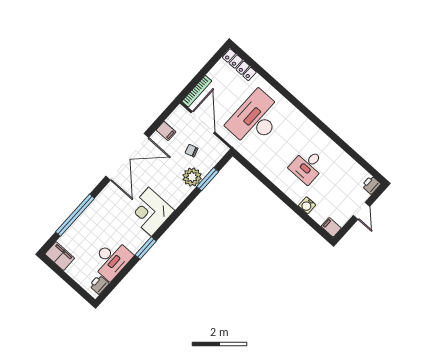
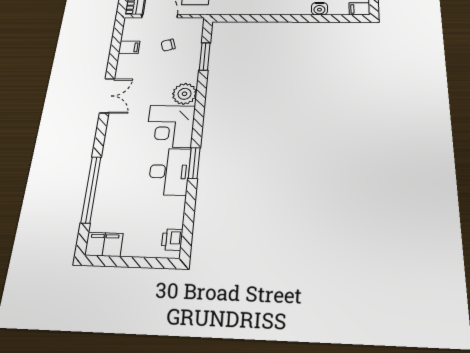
double door: (127, 157) -> (107, 96), width x0.54
plant: (192, 177) -> (185, 94), moved
desk: (112, 259) -> (169, 172), moved

